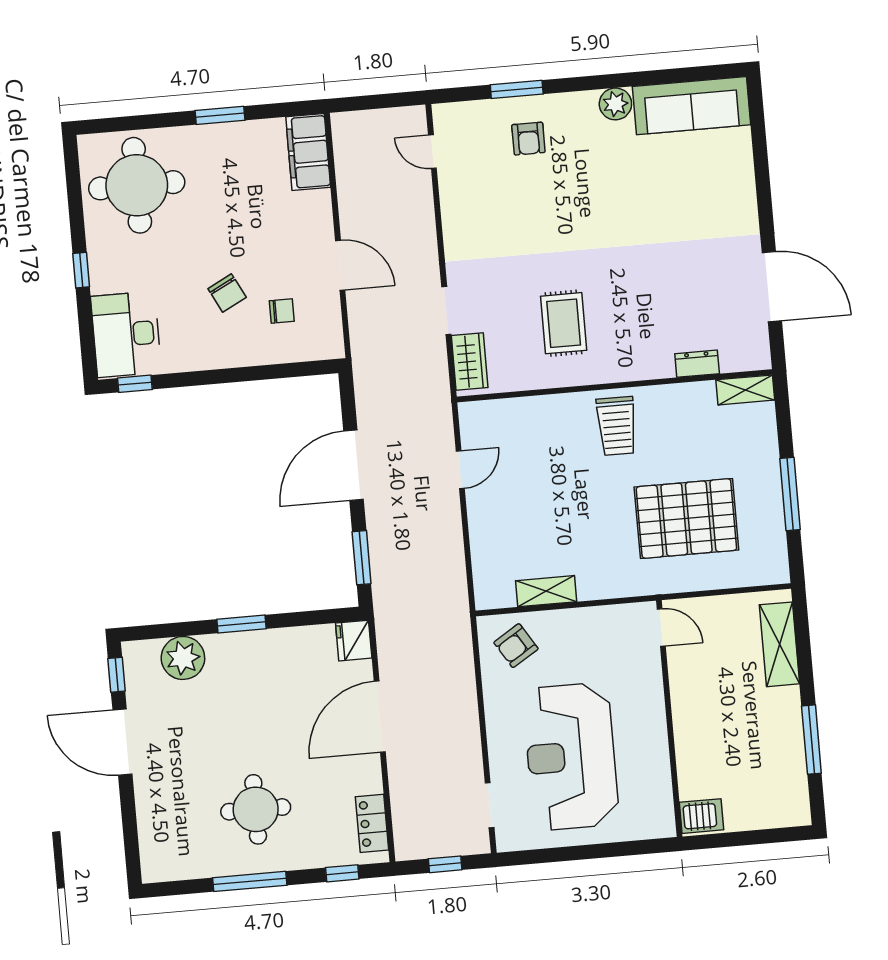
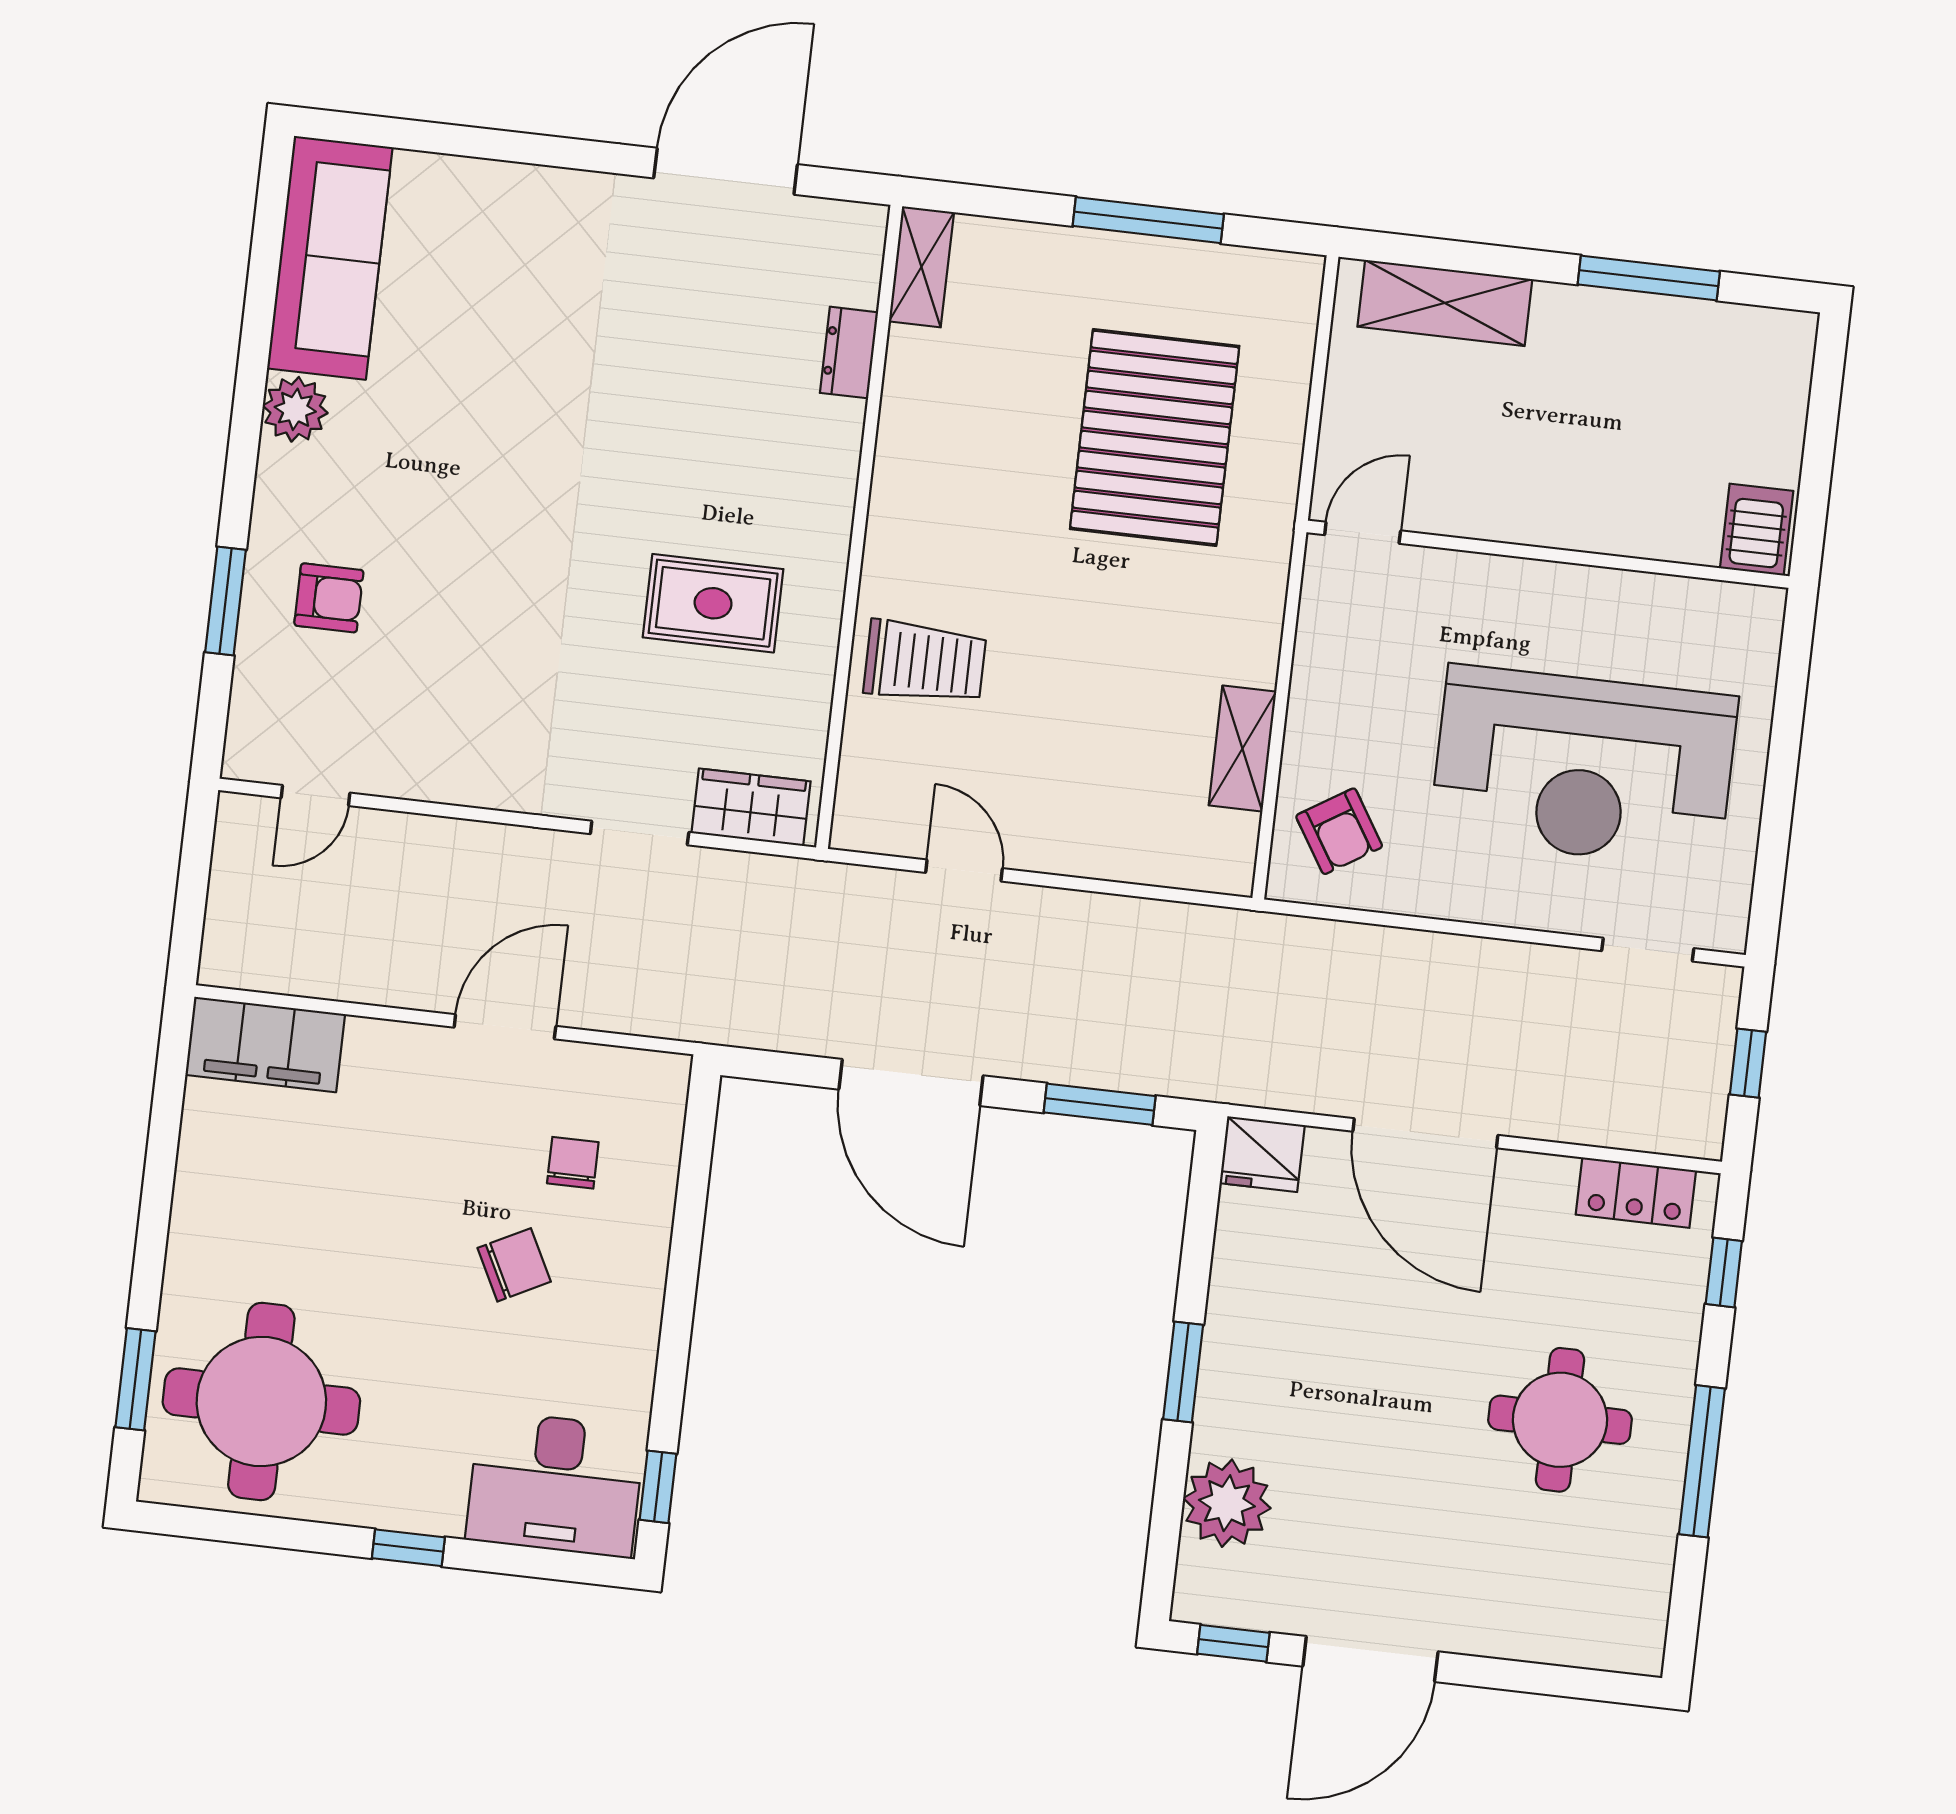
window: (220, 115) -> (135, 1379), moved
trolley: (617, 426) -> (925, 662), moved

